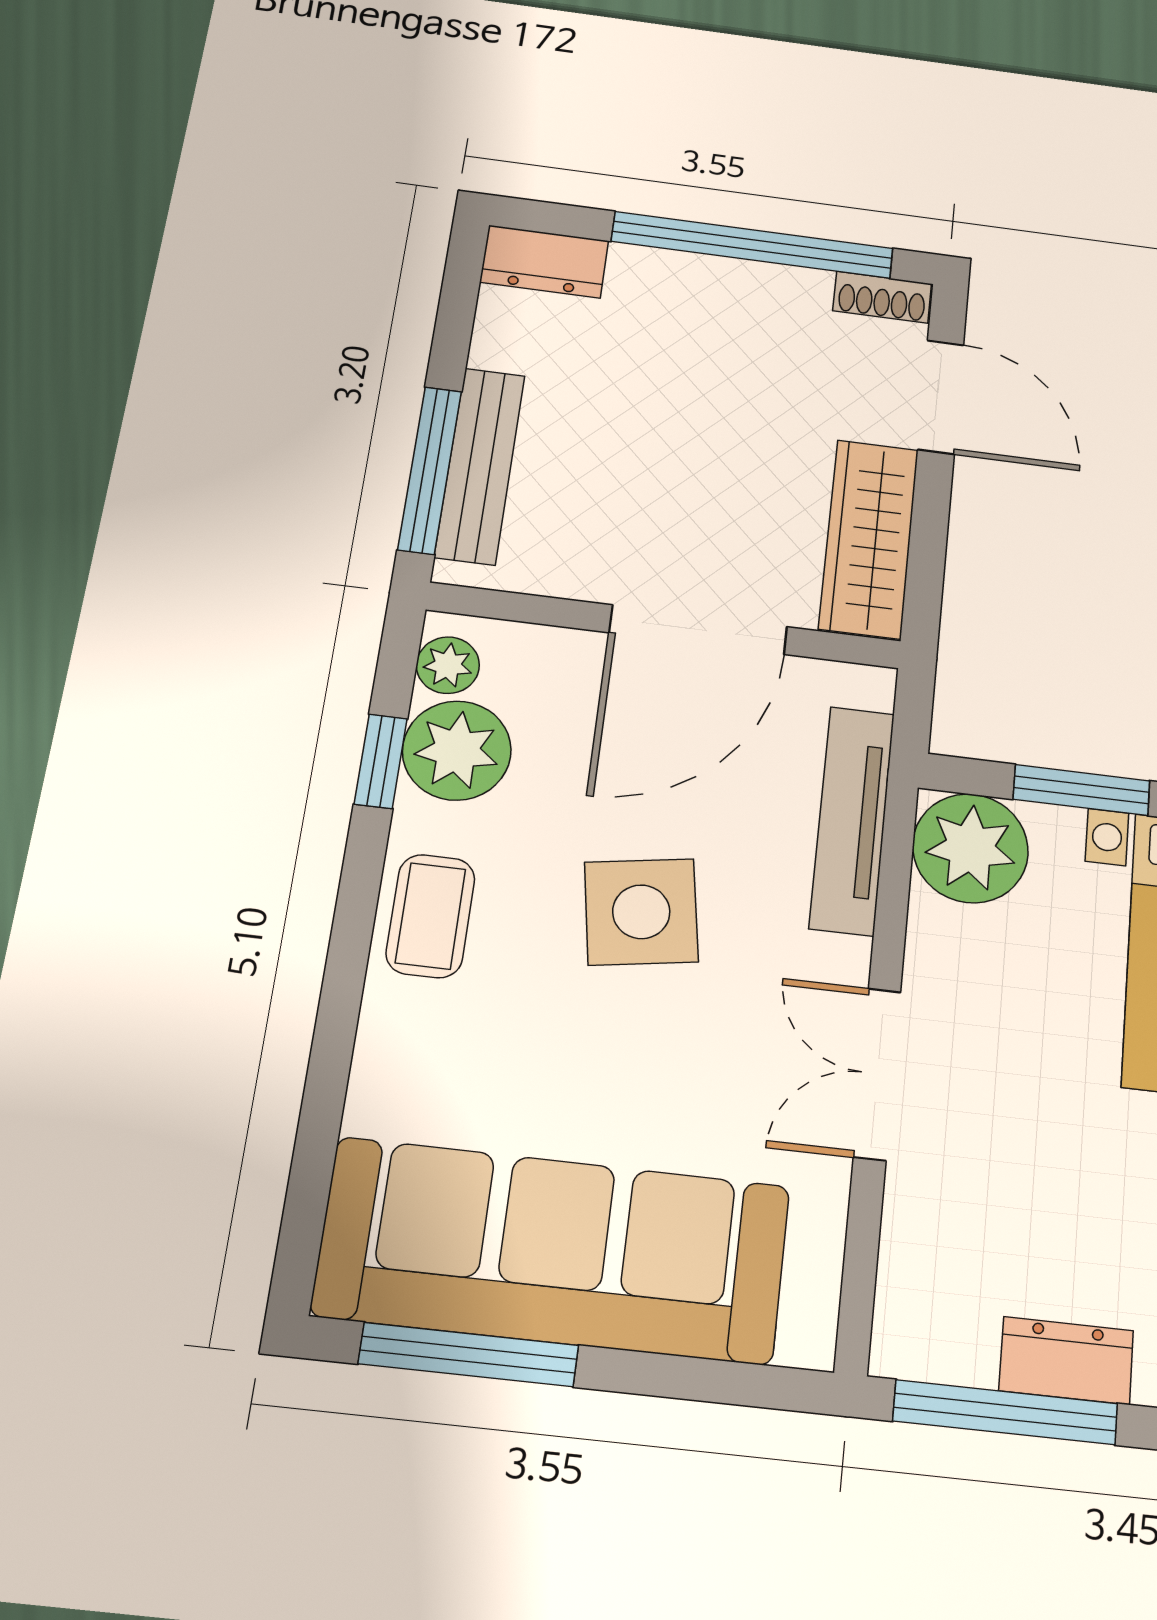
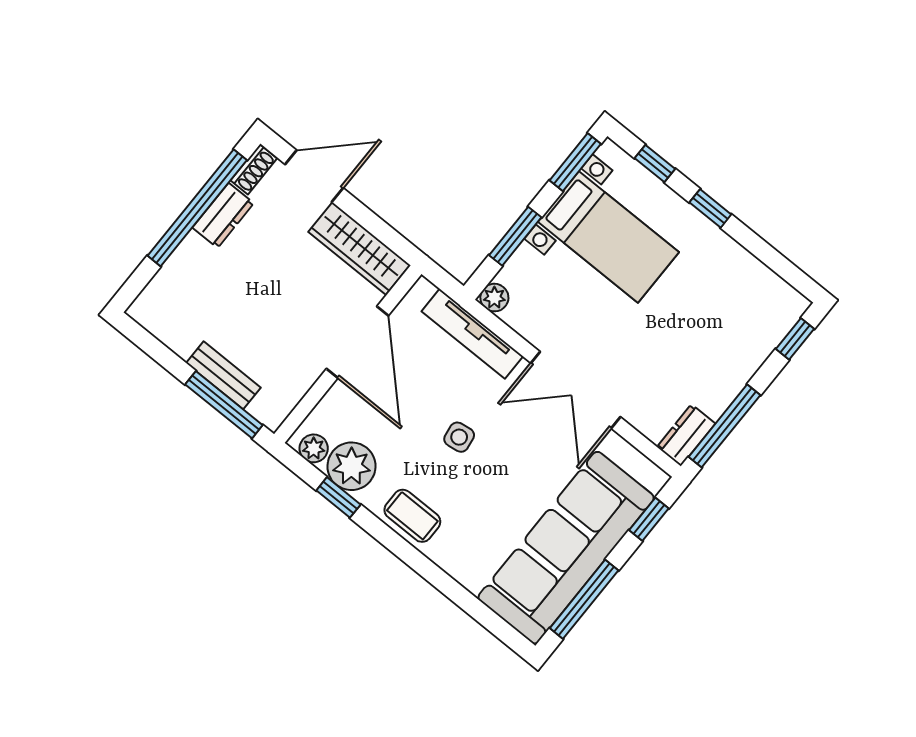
dresser: (544, 261) -> (223, 215), moved
bench: (480, 466) -> (223, 375), width x0.73
plant: (970, 848) -> (494, 298), width x0.53, depth x0.53
side table: (641, 912) -> (459, 437), width x0.54, depth x0.54
double door: (877, 1074) -> (576, 390), width x1.37
dresser: (1066, 1361) -> (686, 435), moved
window: (718, 1381) -> (649, 519), added

